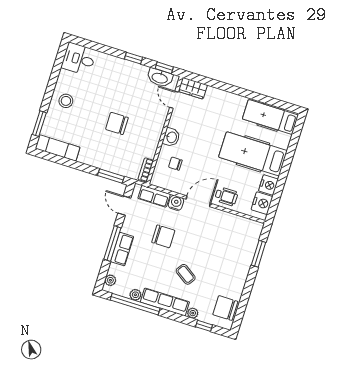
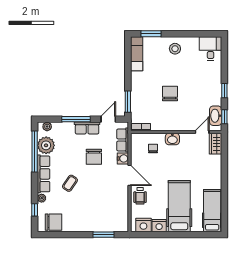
row of seats: (122, 249) -> (87, 128), moved
plant: (135, 295) -> (46, 145), width x1.88, depth x1.88
chair: (225, 308) -> (54, 222), turned 90

